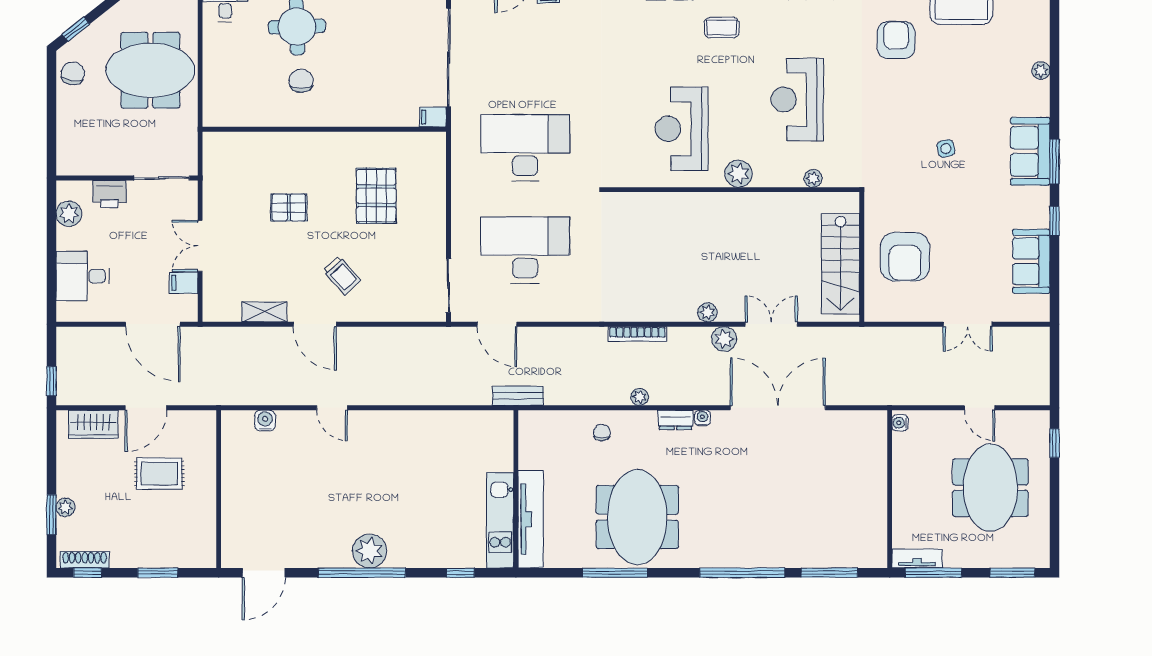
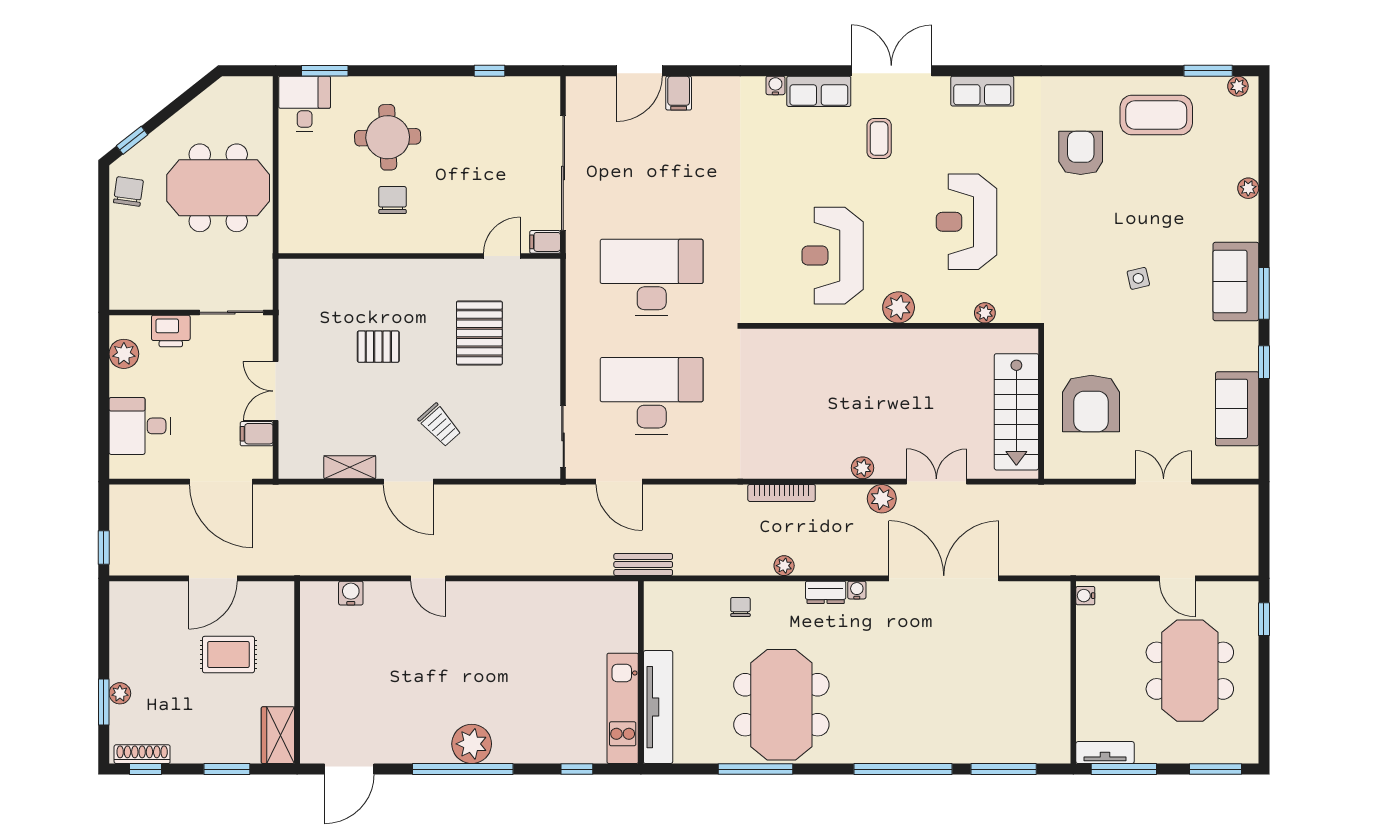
coffee table: (722, 28) -> (879, 139), turned 90
door: (396, 129) -> (502, 256), added
double door: (968, 324) -> (1164, 482), swing flipped
wardrobe: (93, 424) -> (278, 735), moved, turned 90

